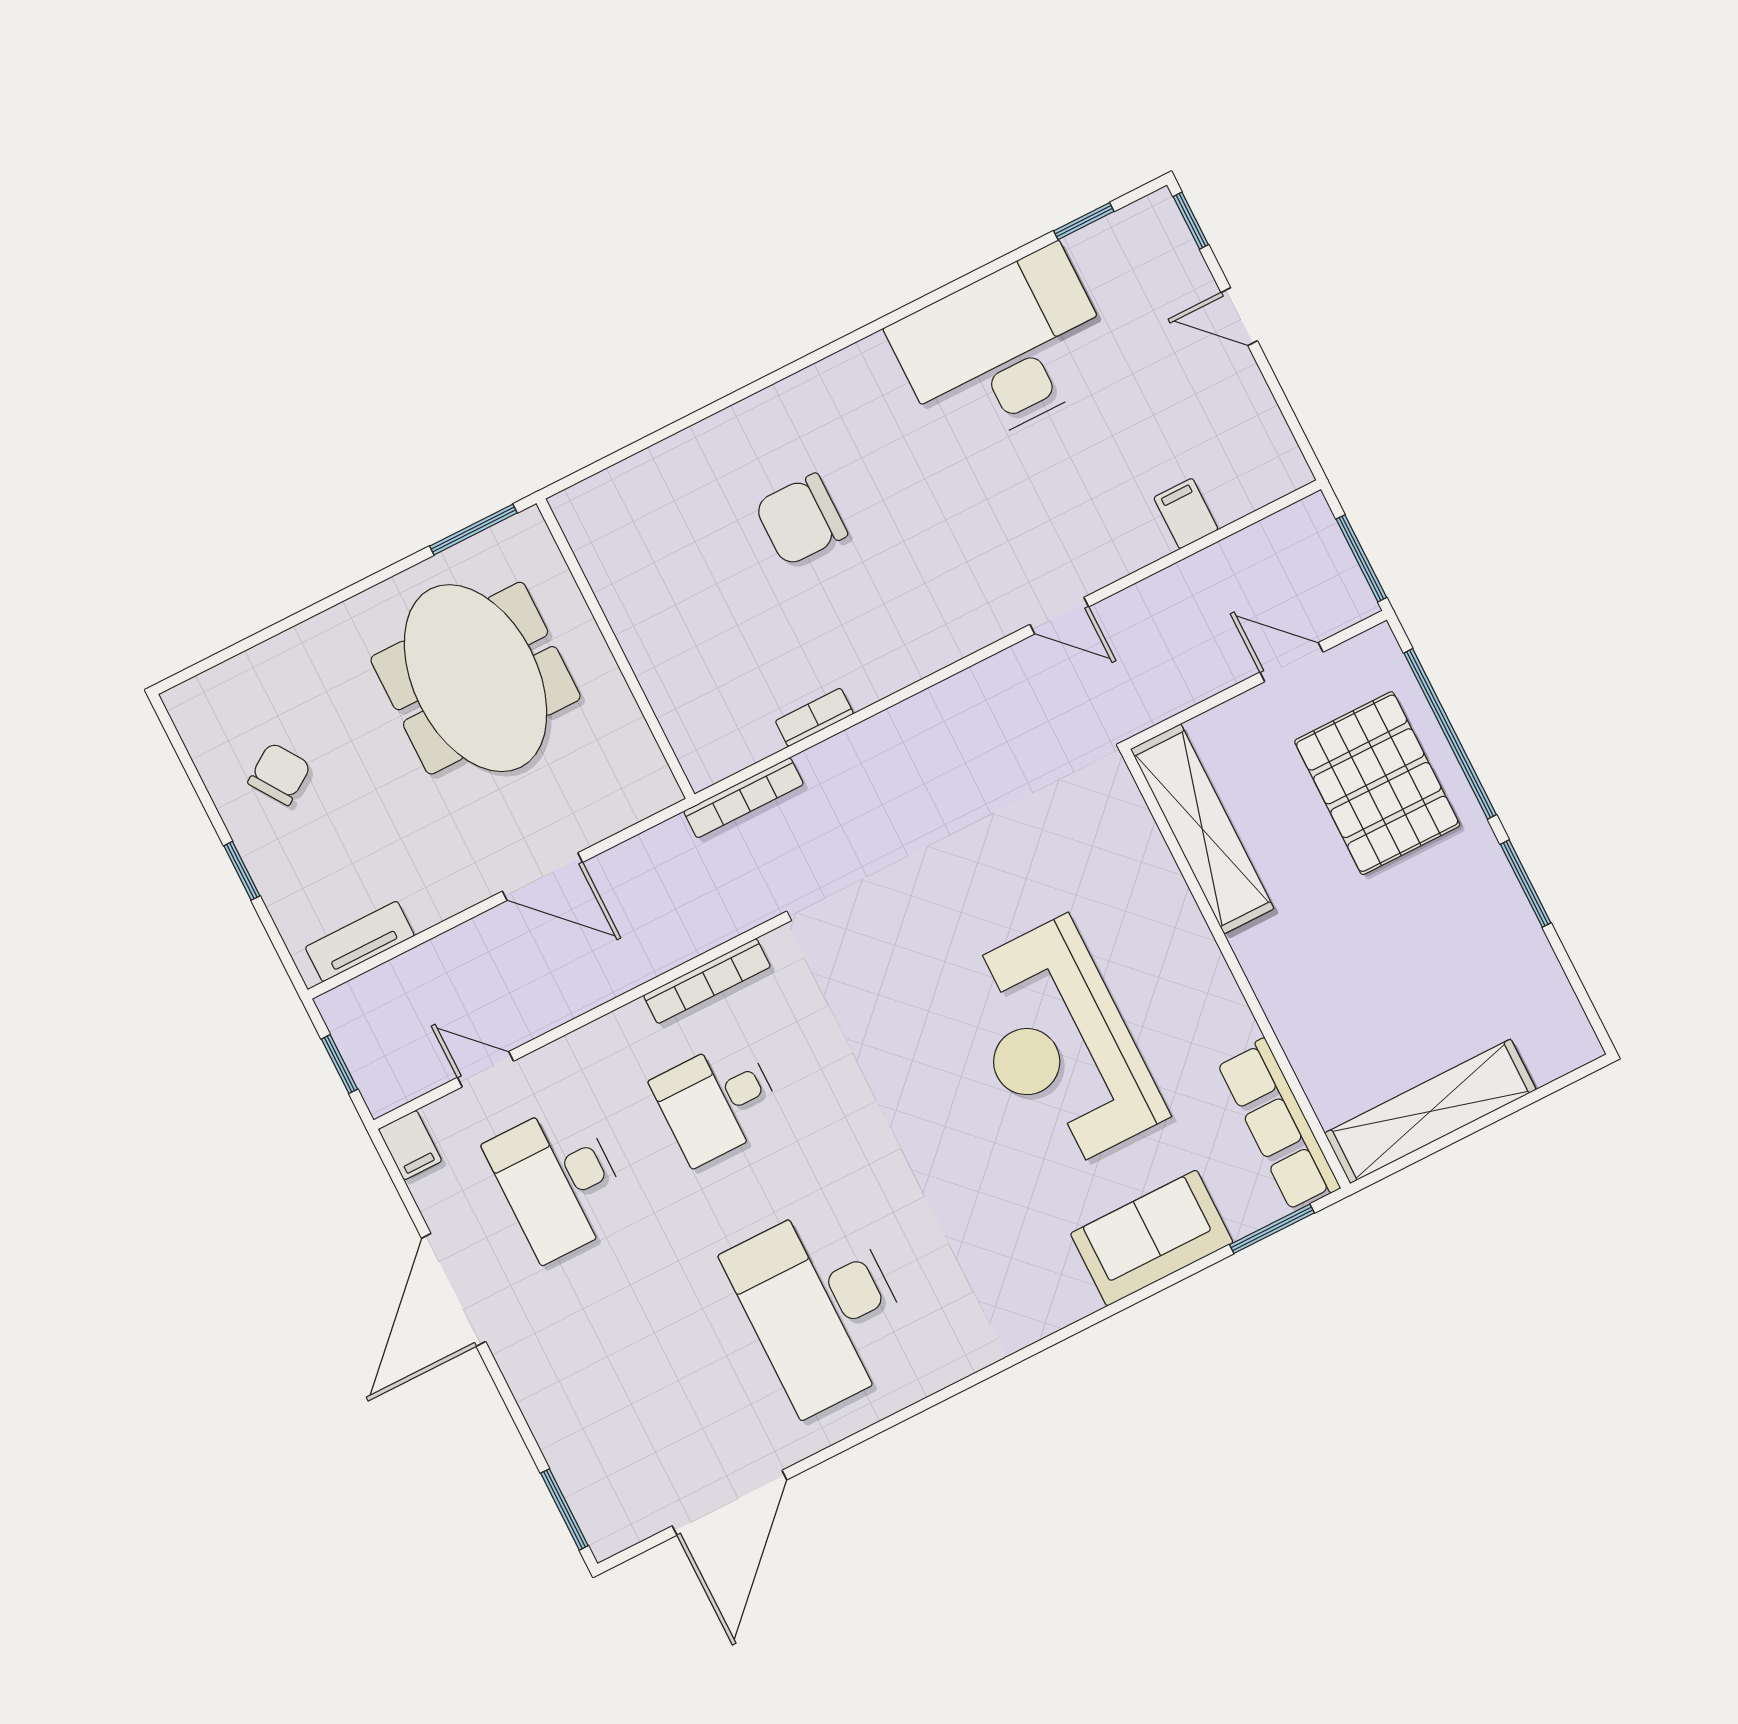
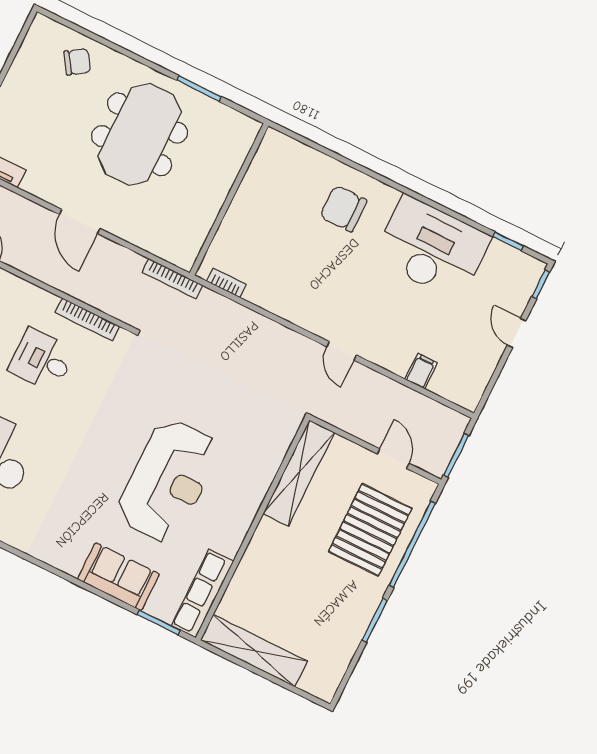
chair: (801, 520) -> (343, 209), moved
wall: (616, 649) -> (229, 199), moved
chair: (279, 774) -> (77, 62), moved
reception desk: (1059, 1045) -> (168, 481), turned 180

